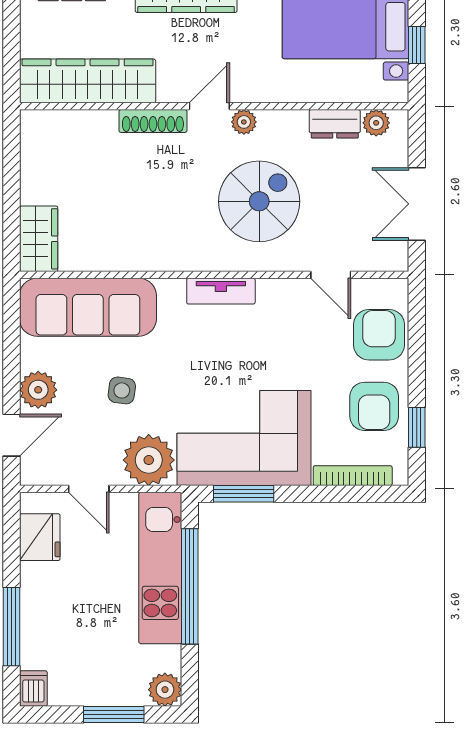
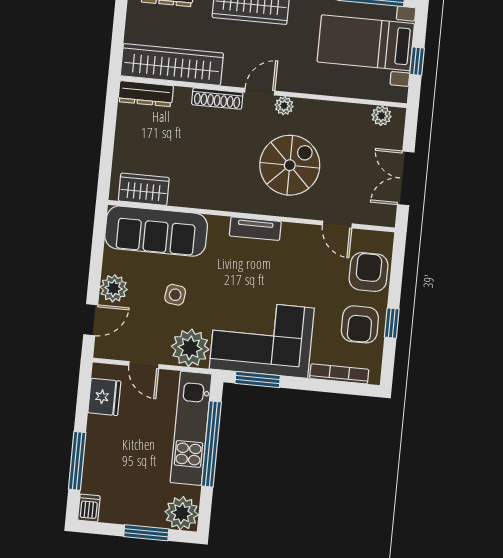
dresser: (335, 124) -> (146, 94), moved, width x1.44
wardrobe: (39, 239) -> (144, 189), moved, turned -90
window: (417, 427) -> (392, 323), moved
plant: (165, 690) -> (182, 513), width x1.36, depth x1.36

